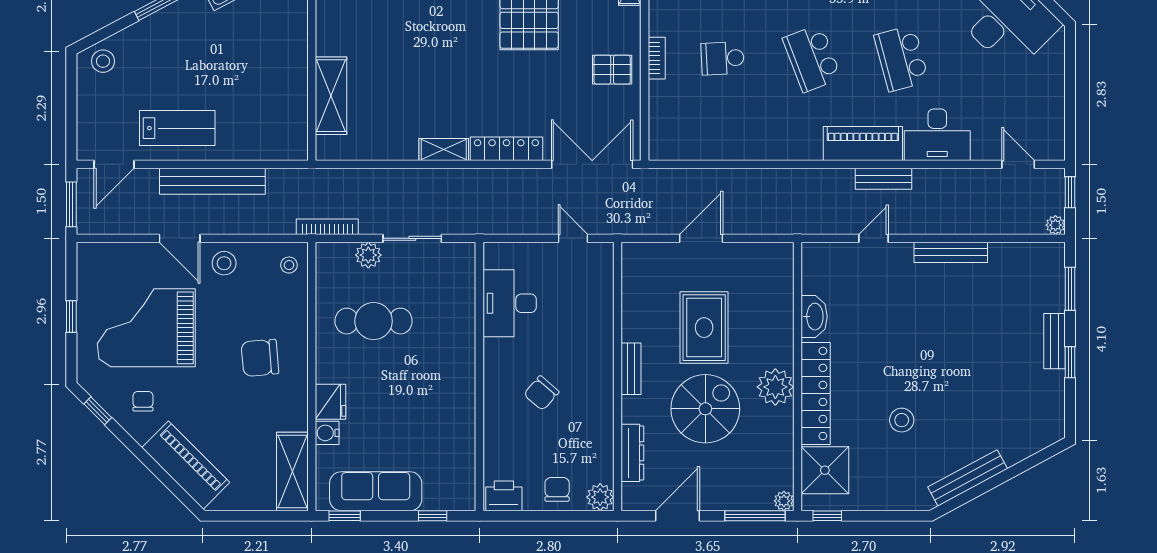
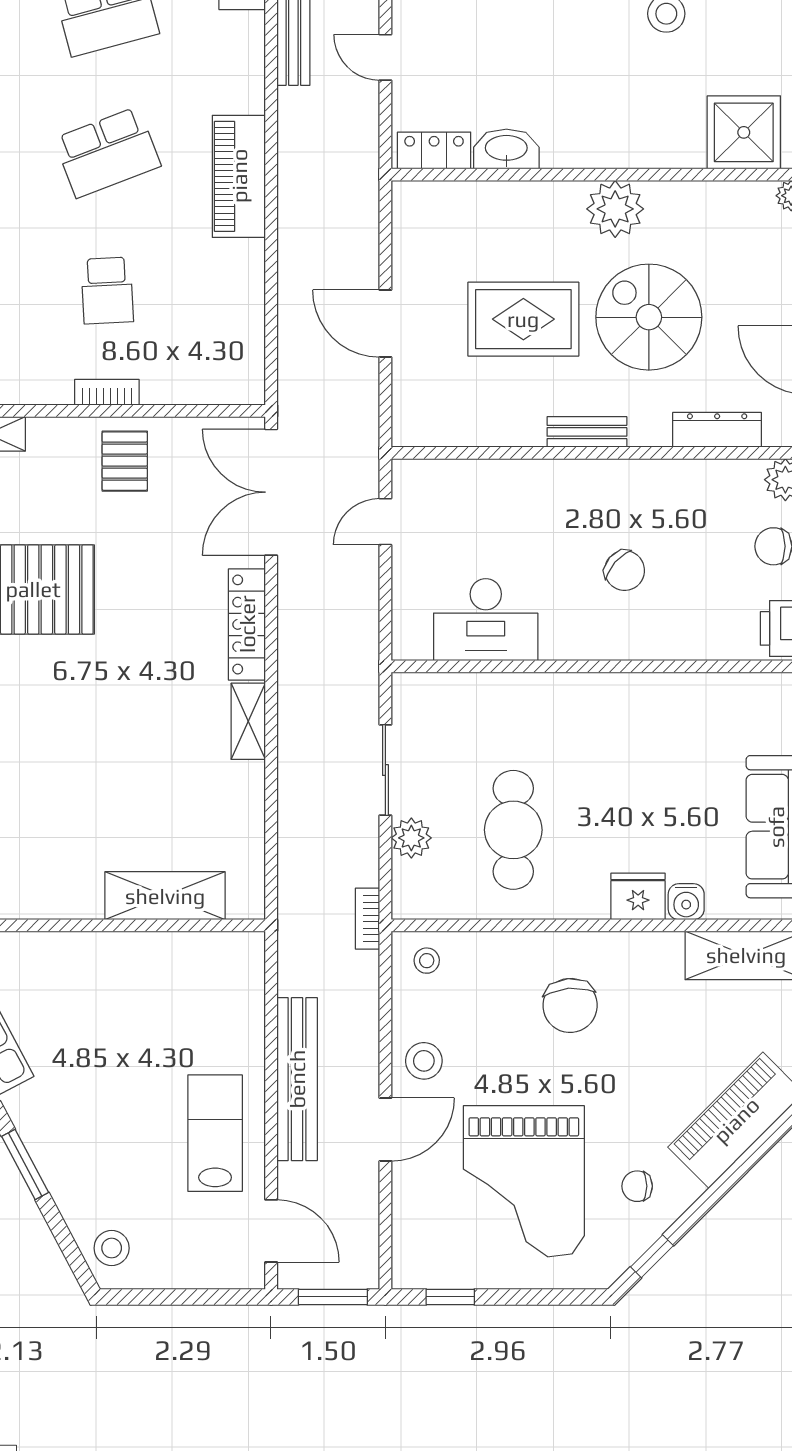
piano: (863, 143) -> (239, 176), moved
bookcase: (327, 227) -> (368, 919), width x0.64
window: (71, 316) -> (450, 1297), moved
locker: (816, 393) -> (434, 150), moved, width x0.46, depth x0.83

